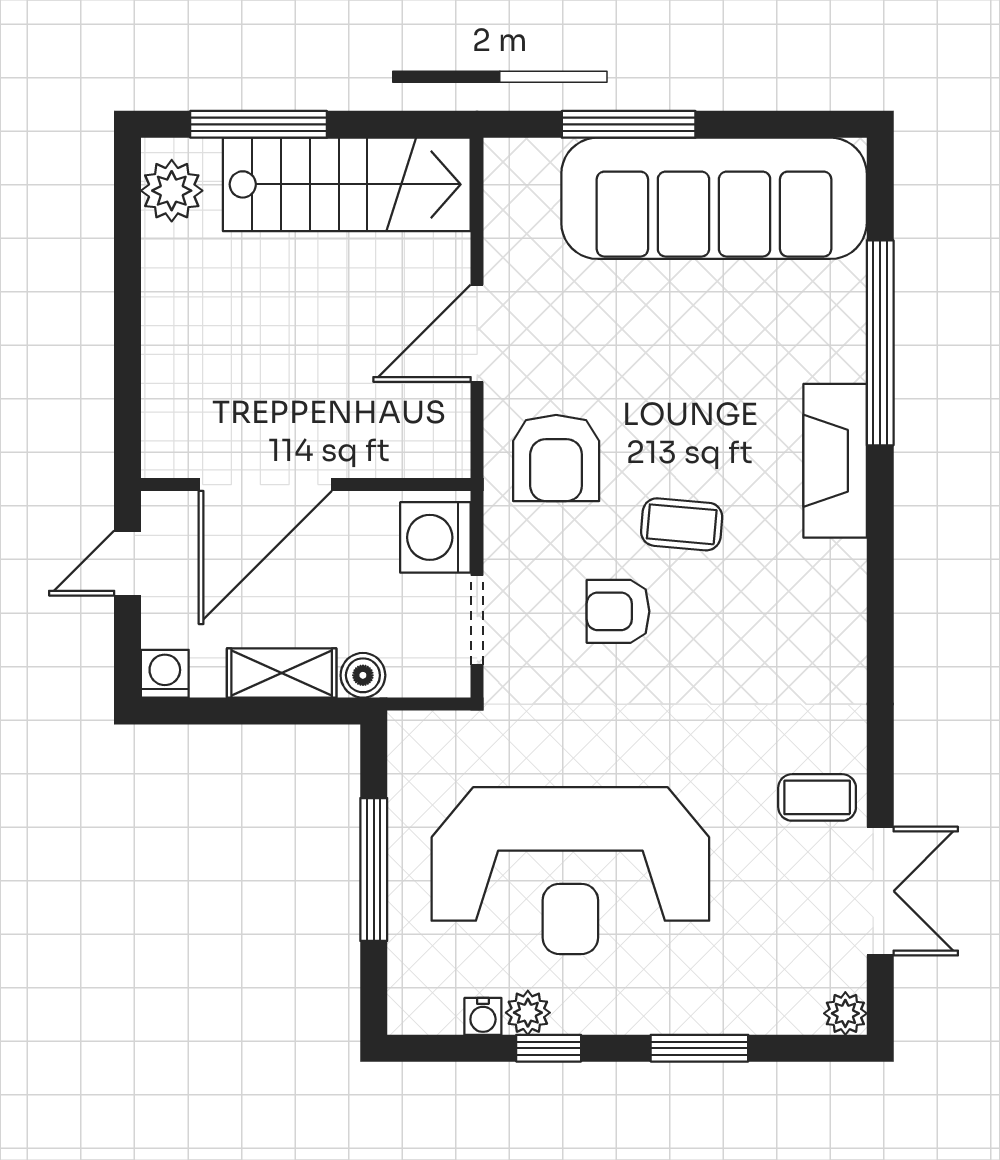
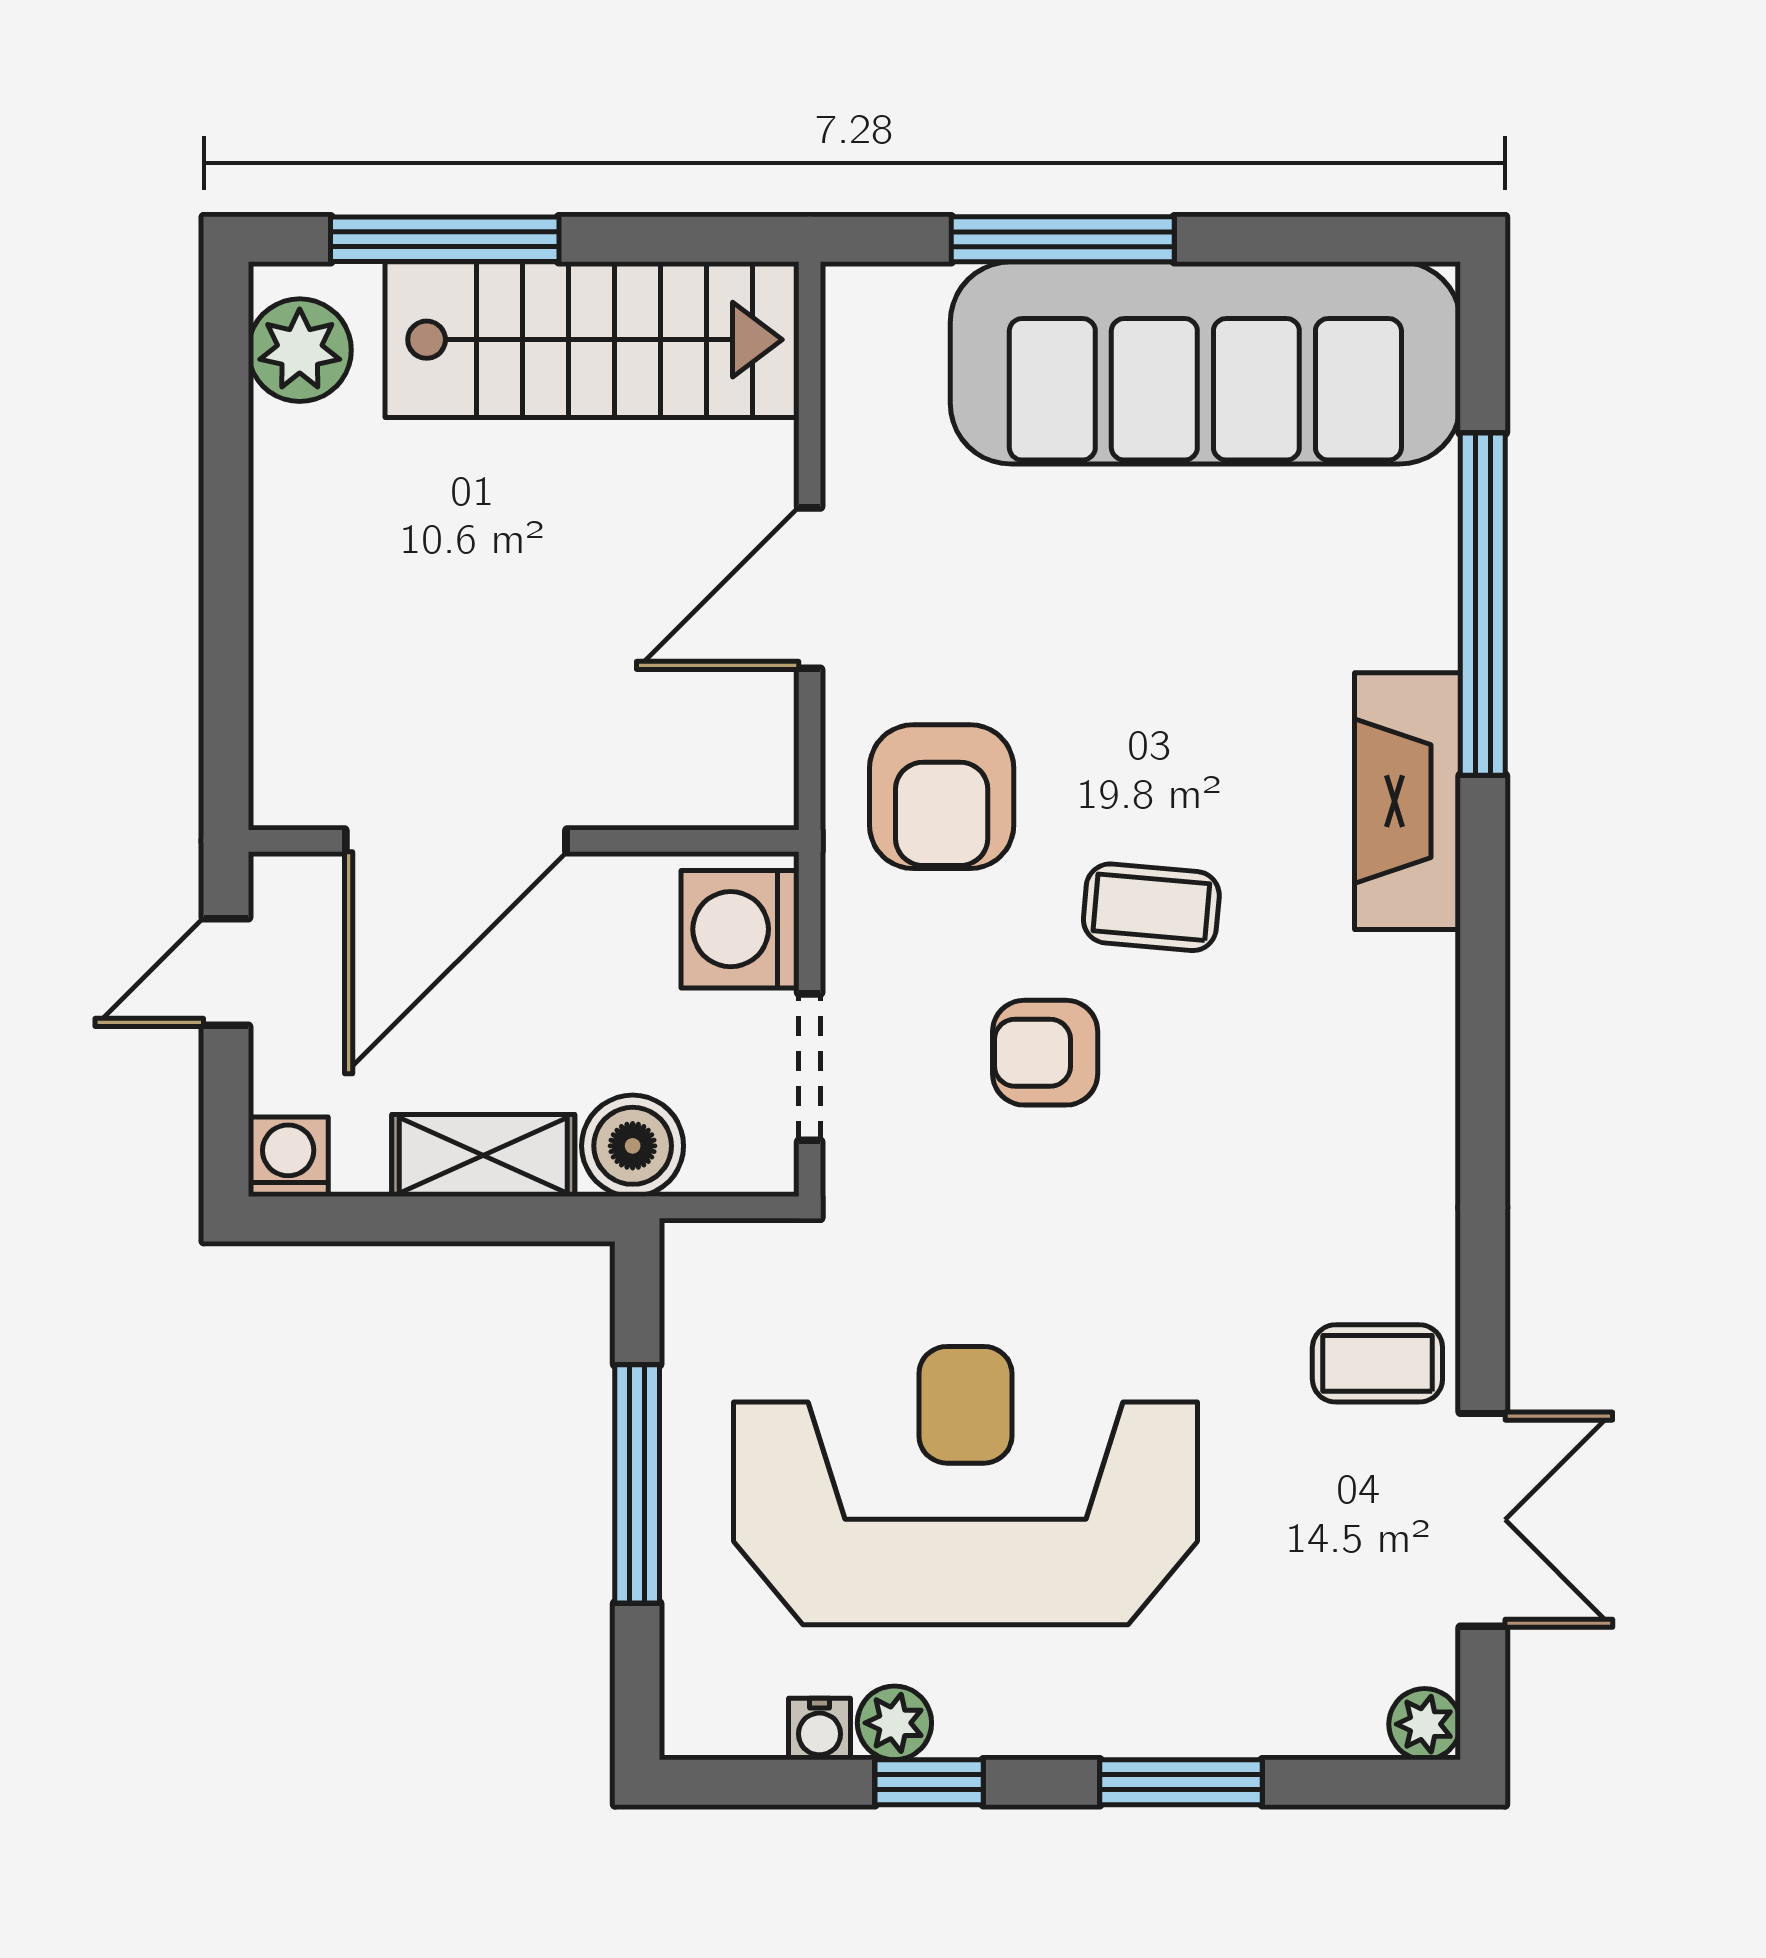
boiler: (363, 675) -> (633, 1146), width x1.36, depth x1.36
reception desk: (570, 871) -> (965, 1486), turned 180

